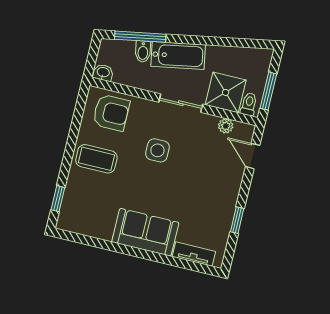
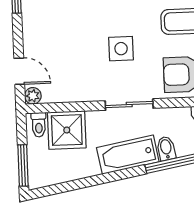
window: (268, 91) -> (23, 165), moved
sliding door: (181, 103) -> (129, 105), moved
plant: (226, 126) -> (33, 96), moved

